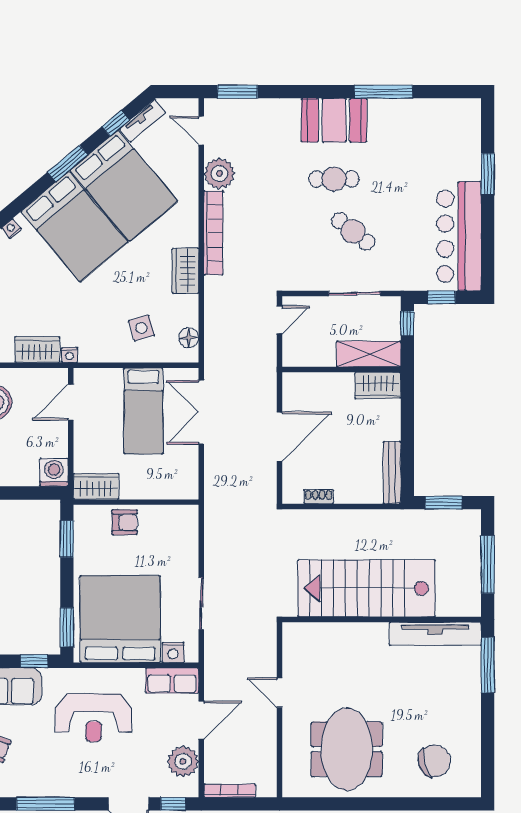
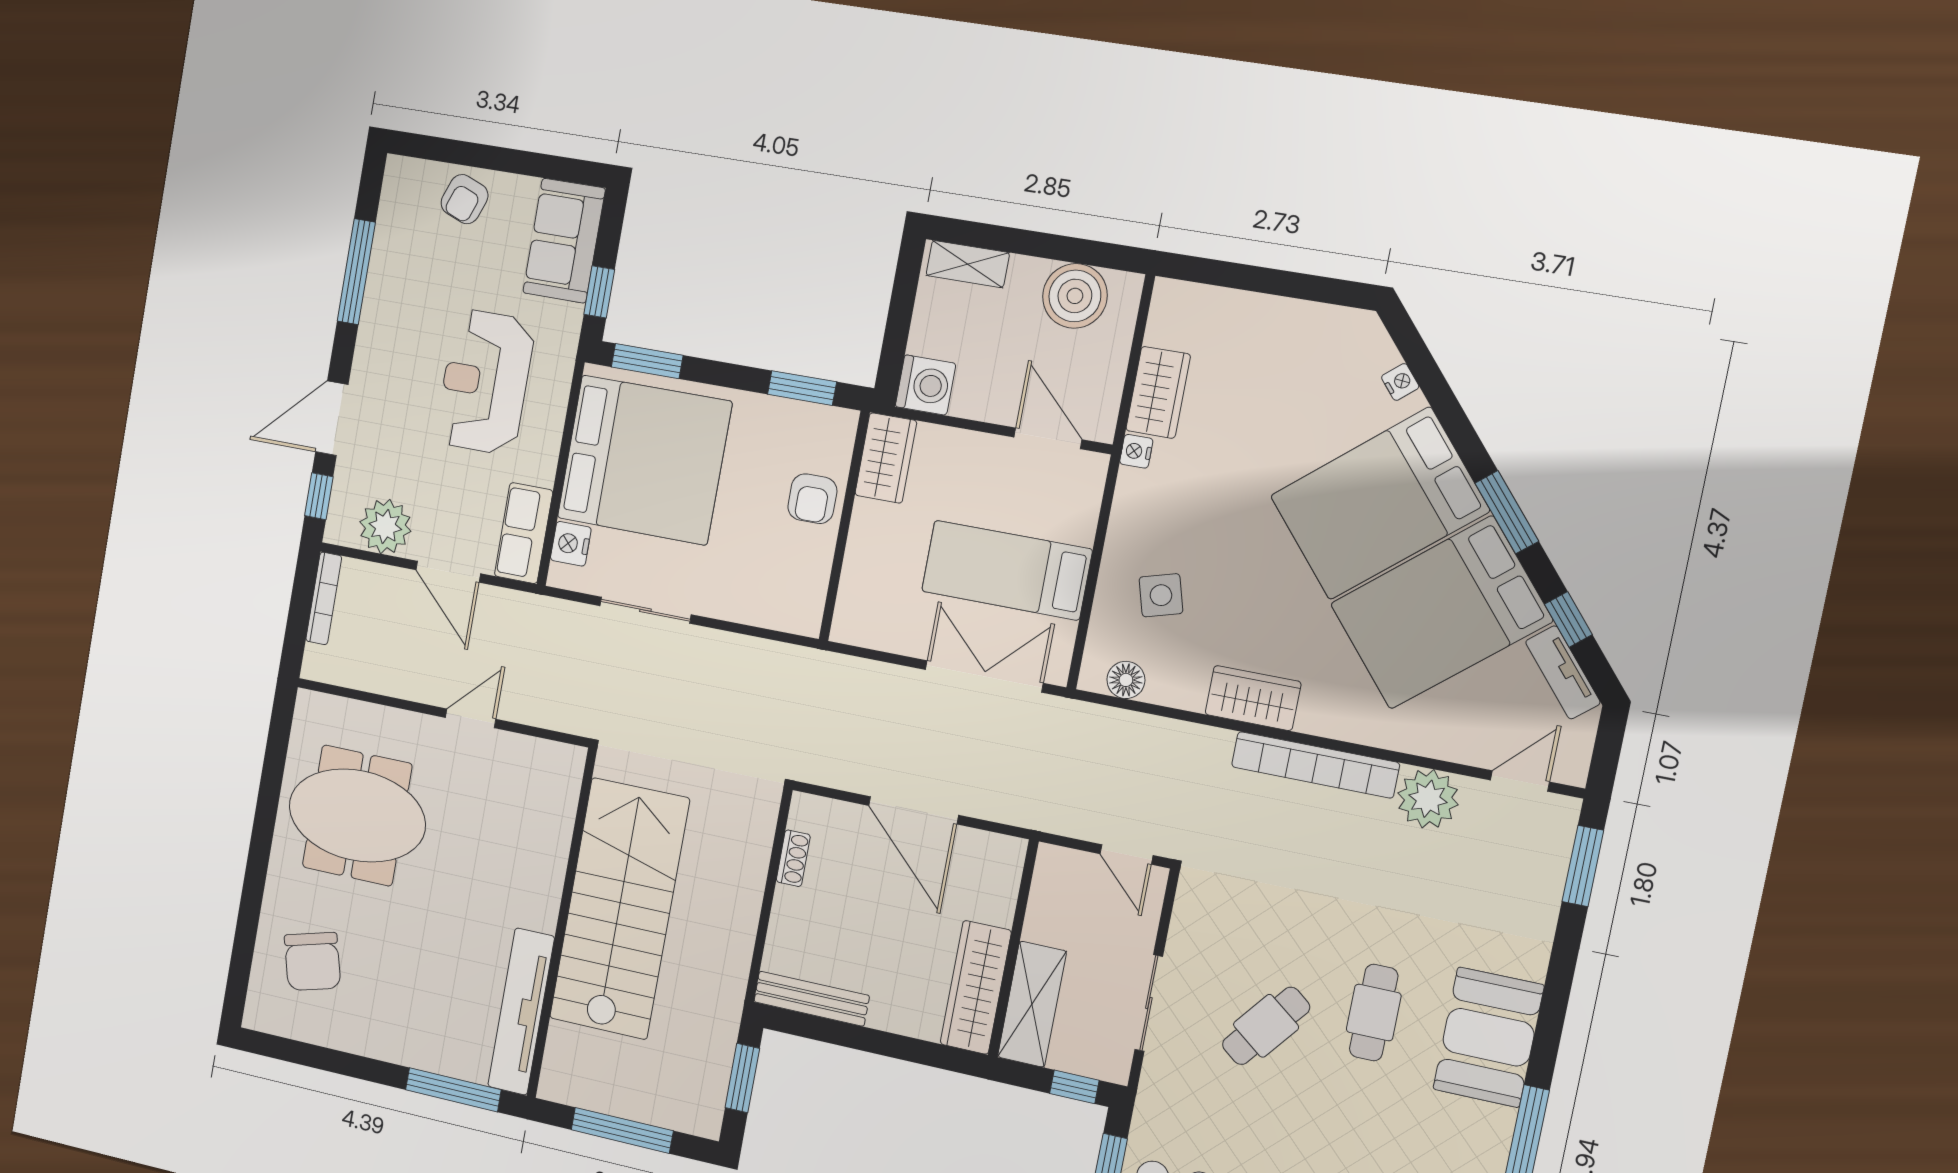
wardrobe: (378, 385) -> (976, 987), width x1.50

